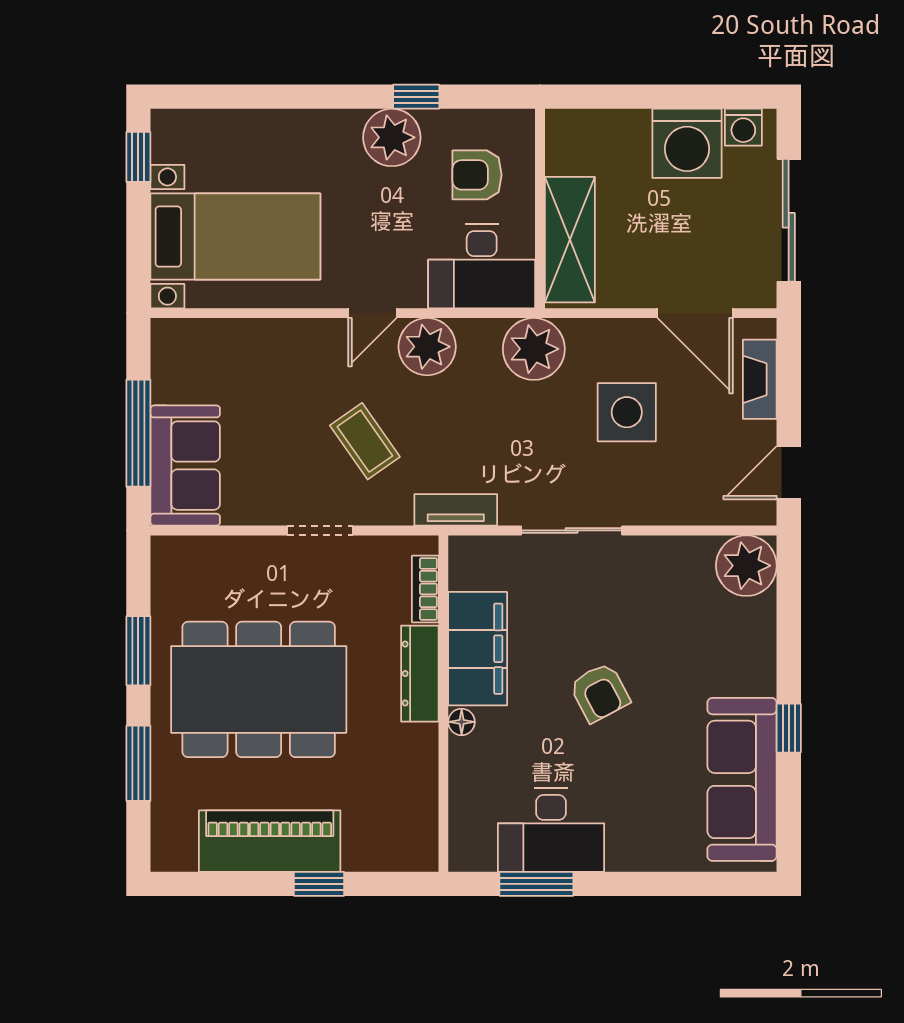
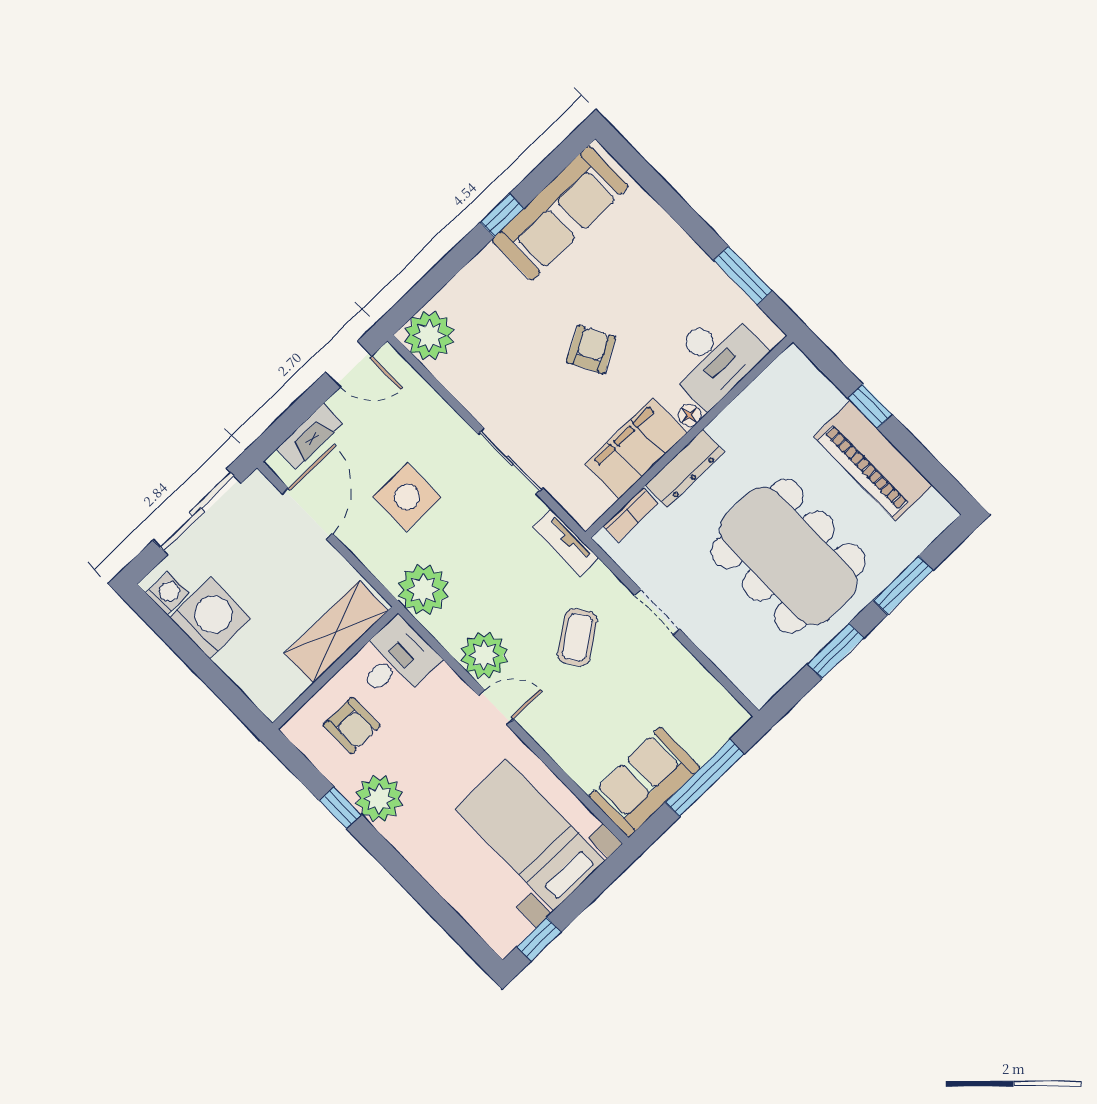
desk: (482, 266) -> (396, 661), width x0.73
sofa: (185, 466) -> (644, 782), moved
desk: (551, 830) -> (715, 357), moved, turned 90

